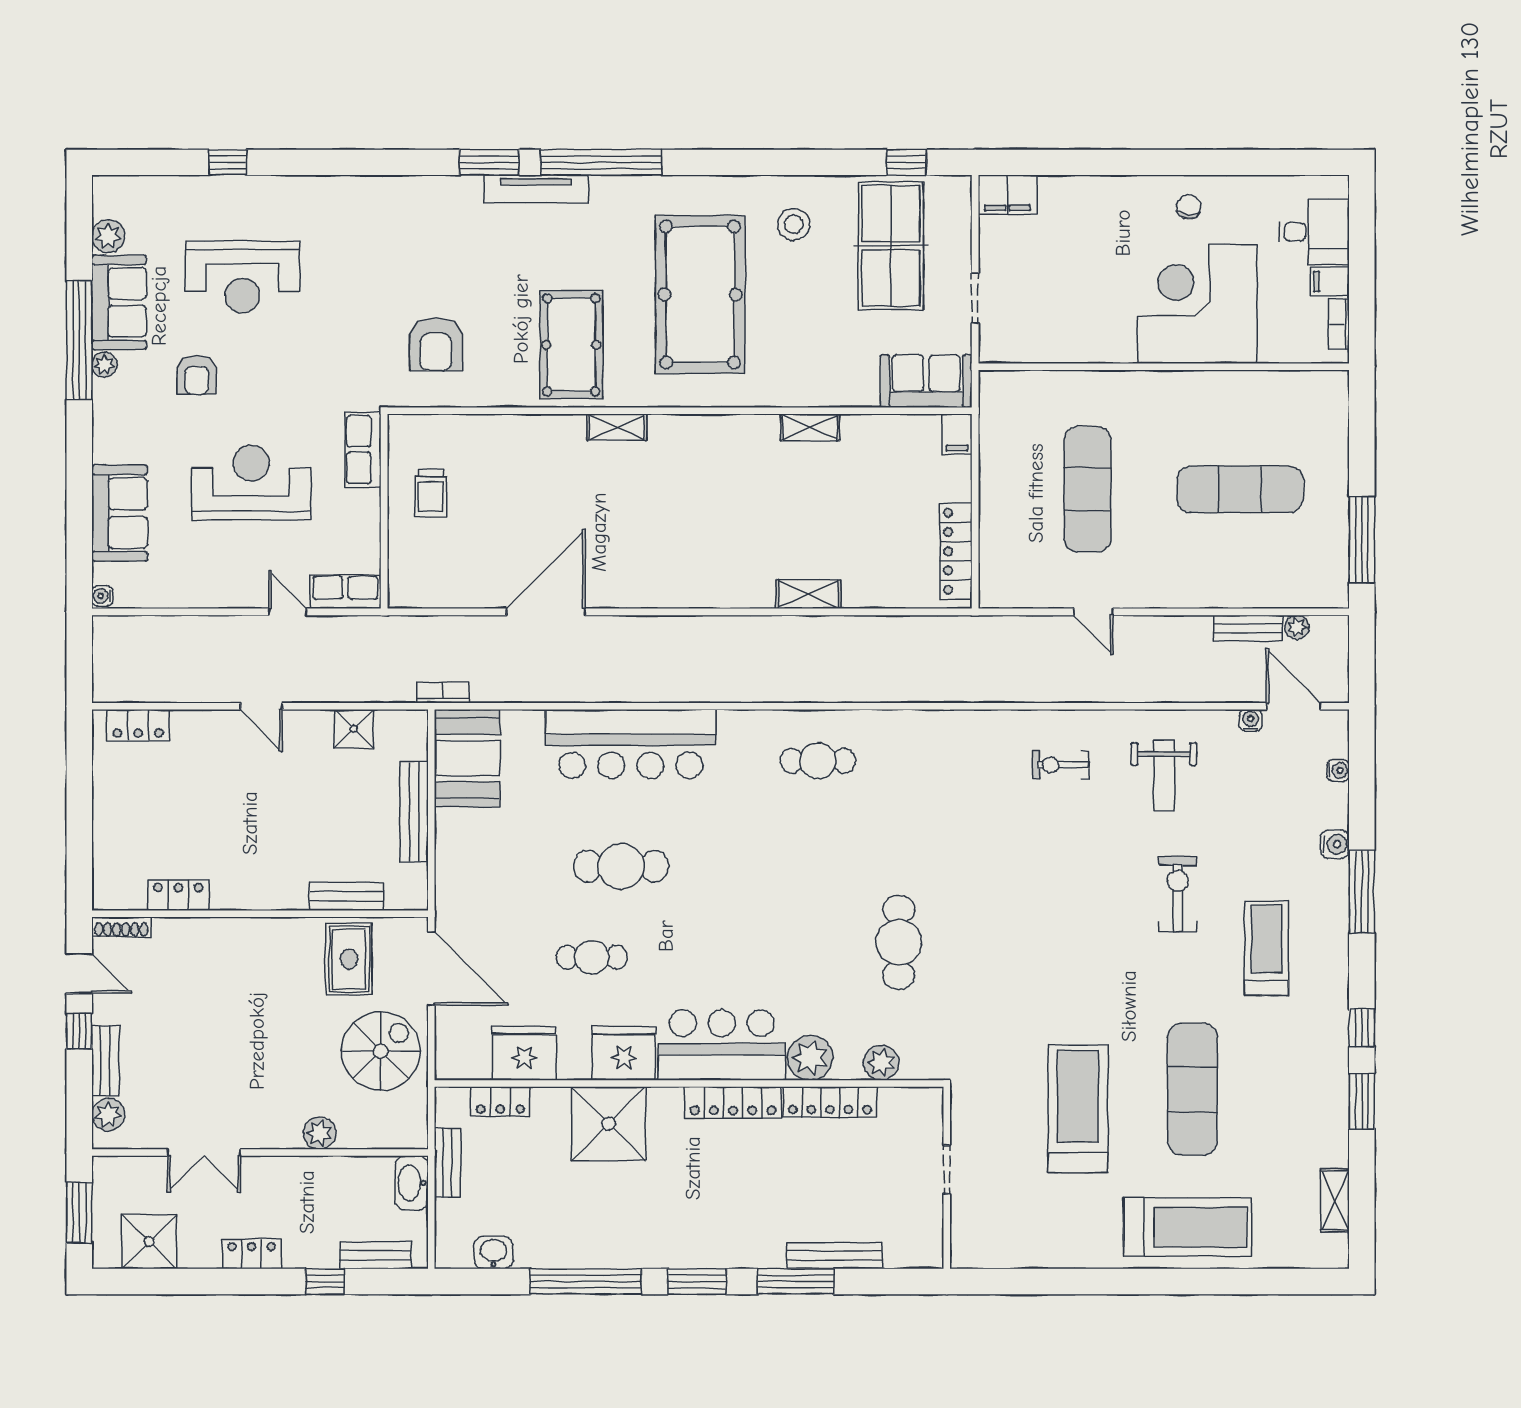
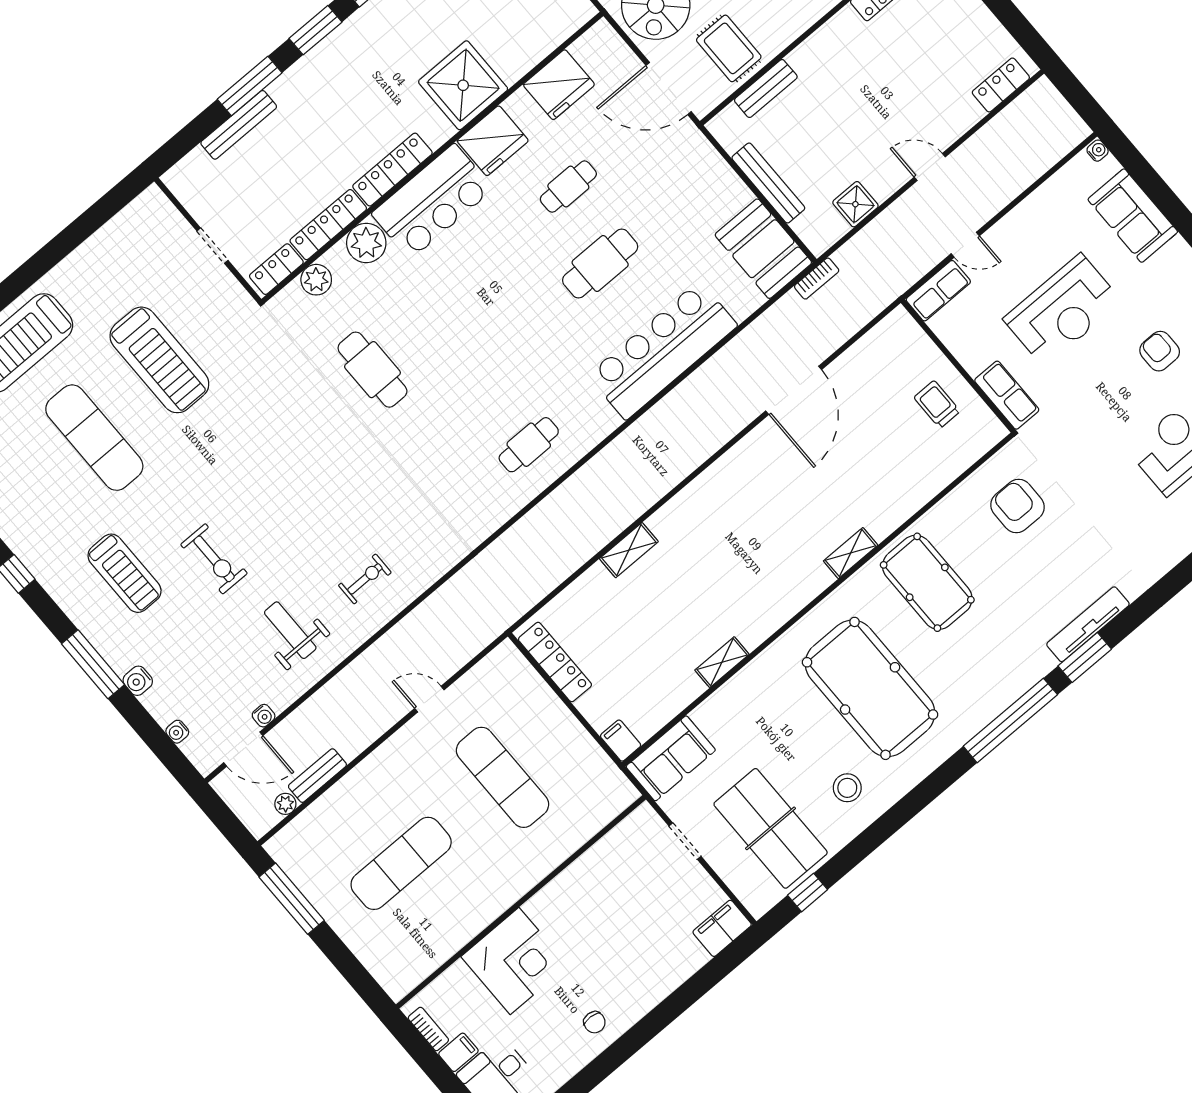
tv unit: (536, 189) -> (1088, 624), moved
corner desk: (1197, 304) -> (515, 961), width x0.74, depth x0.74
locker: (500, 1102) -> (276, 269), moved

